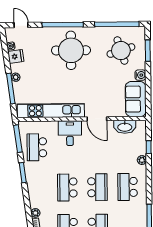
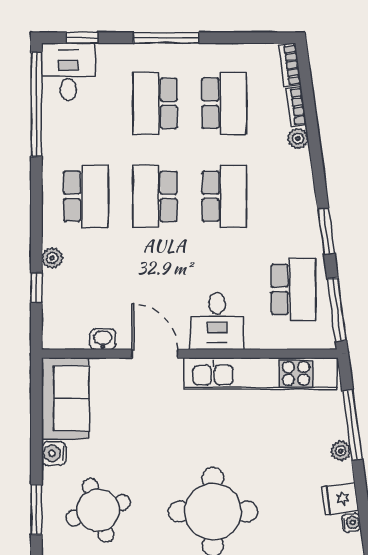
washbasin: (125, 127) -> (103, 339), width x0.52, depth x0.69

